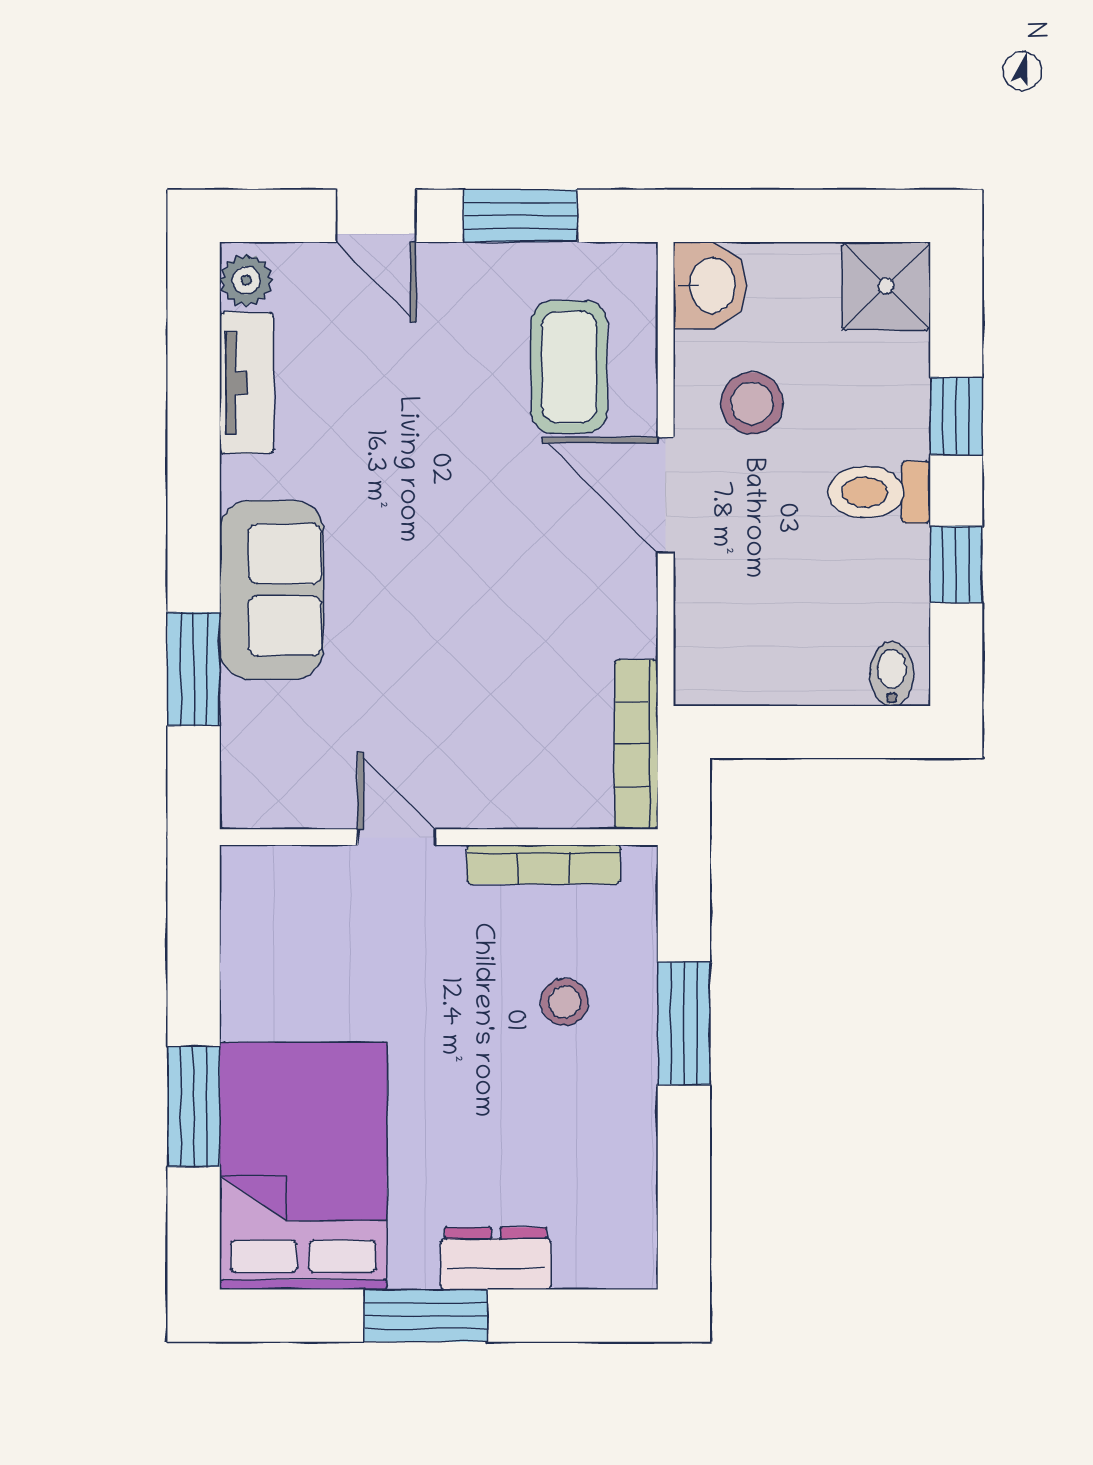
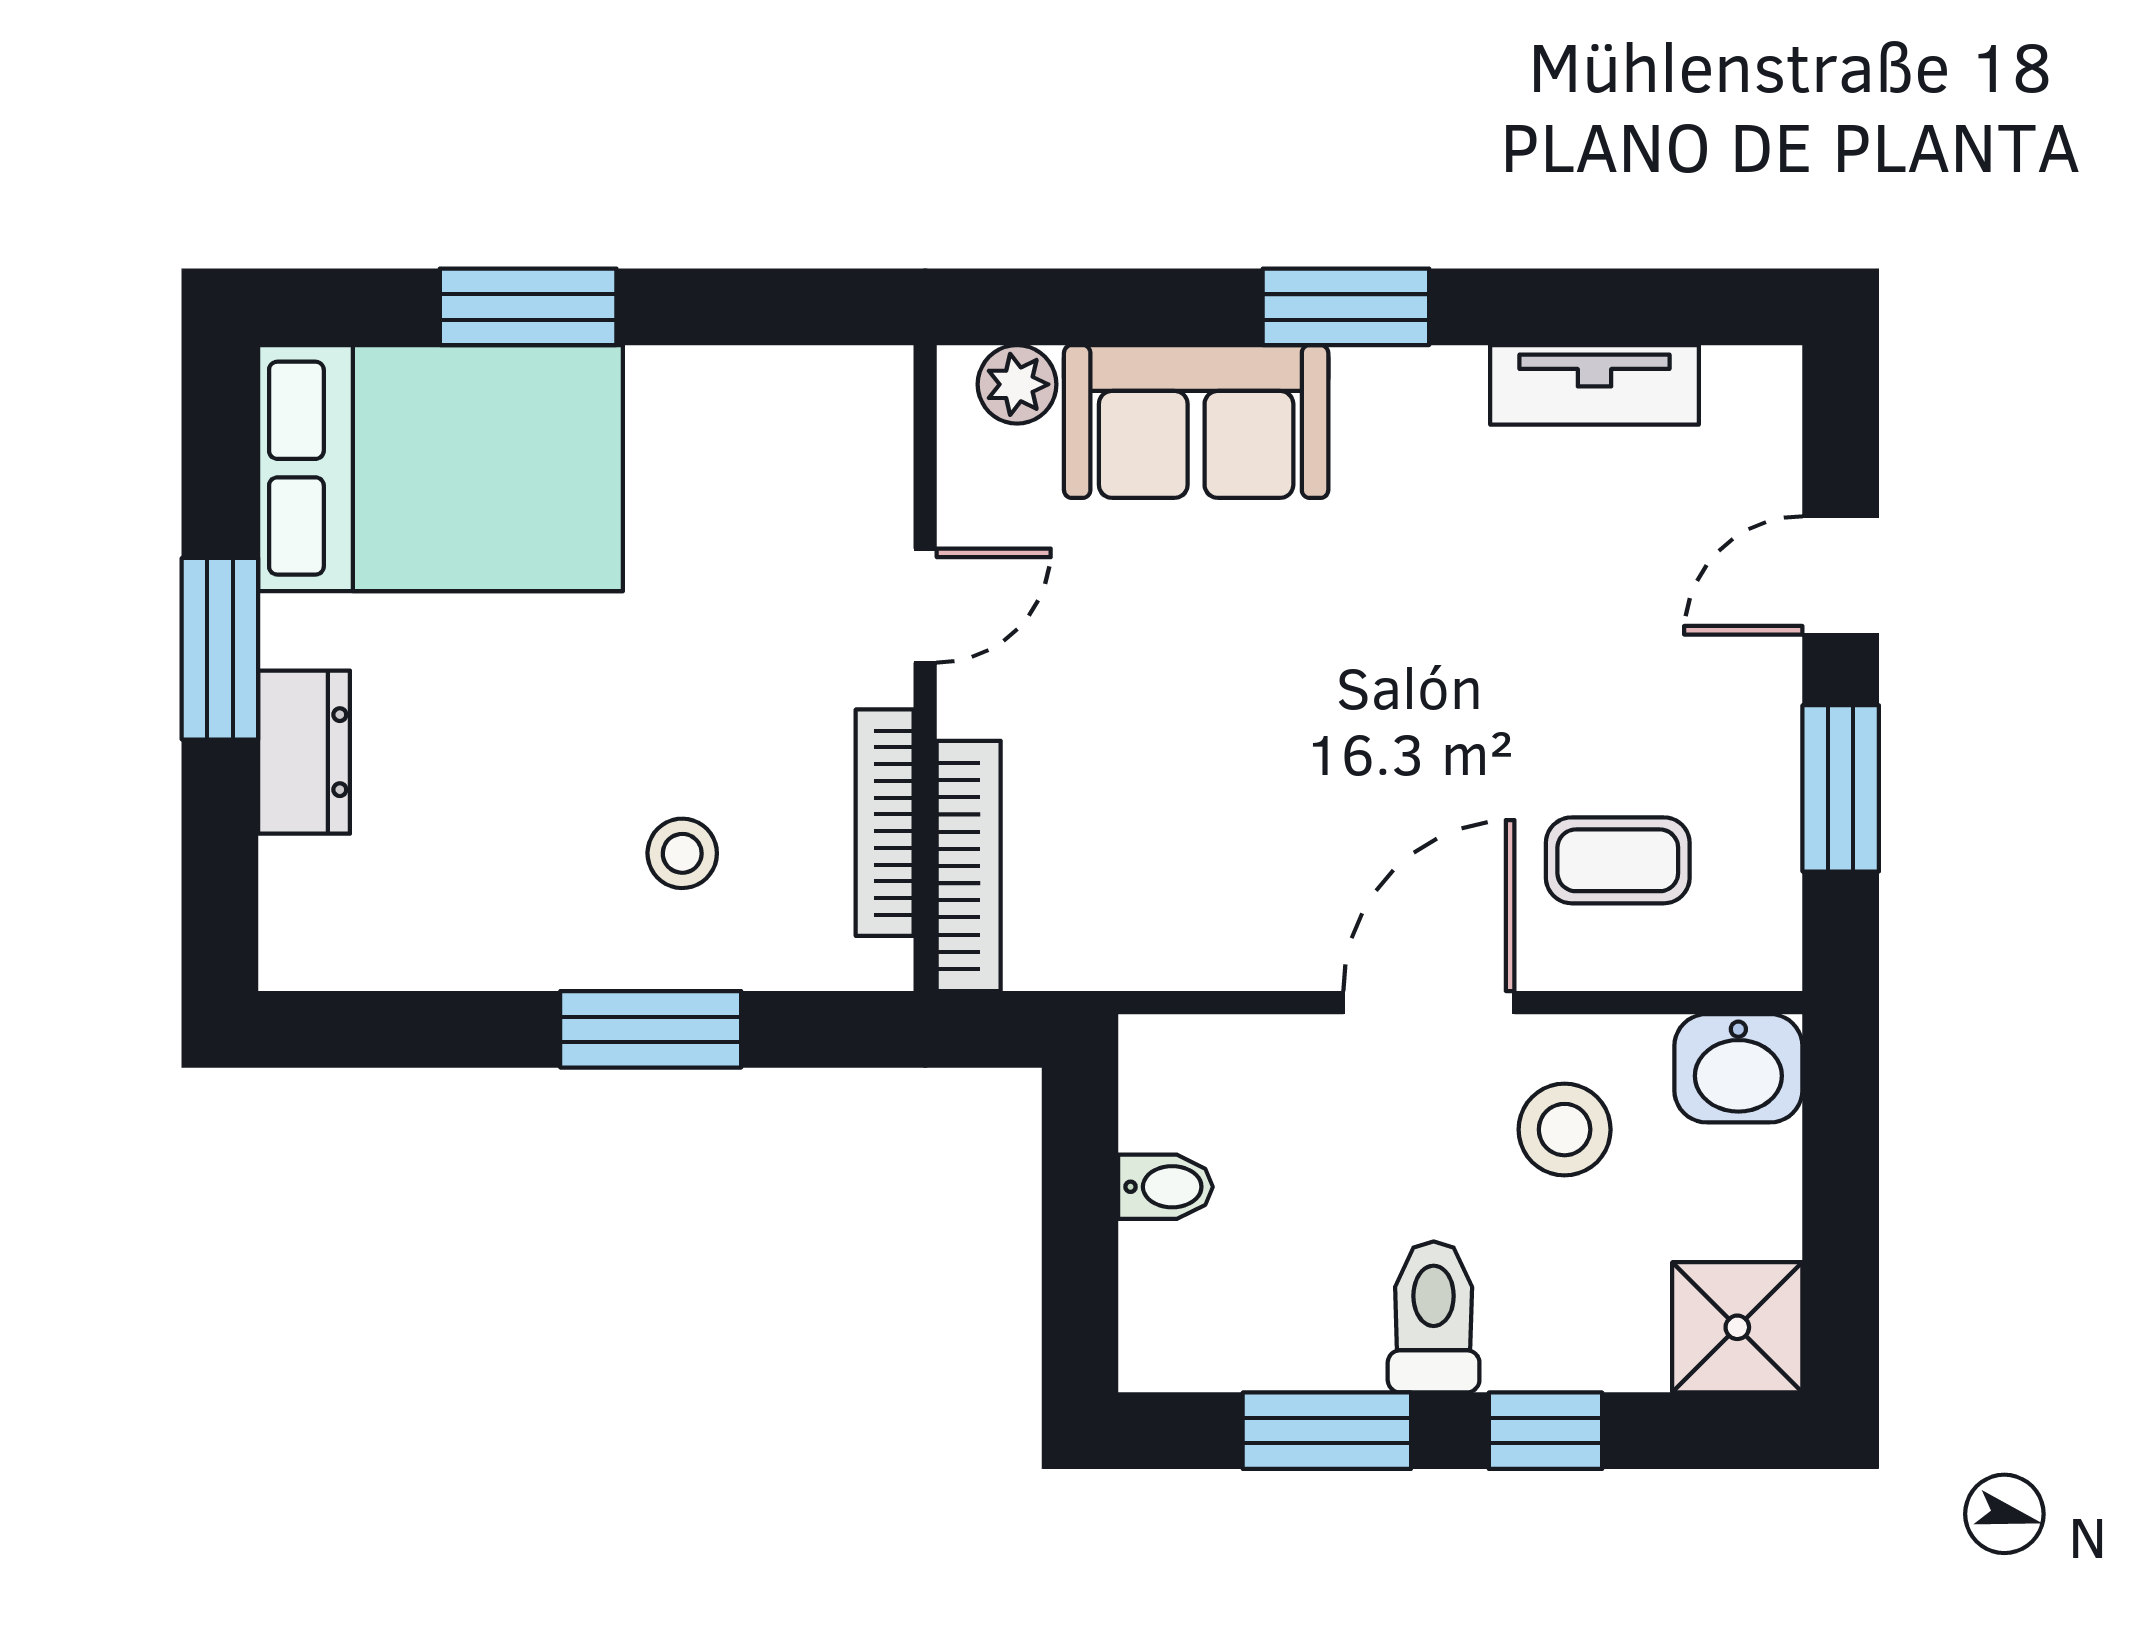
plant: (246, 280) -> (1017, 384), moved
coffee table: (569, 367) -> (1618, 860), width x0.73, depth x0.77
window: (956, 565) -> (1327, 1431), width x1.50
sofa: (271, 590) -> (1196, 421), moved
window: (194, 669) -> (1346, 307), moved
bidet: (892, 674) -> (1166, 1187), moved
bookcase: (636, 744) -> (969, 866), moved, turned 90

